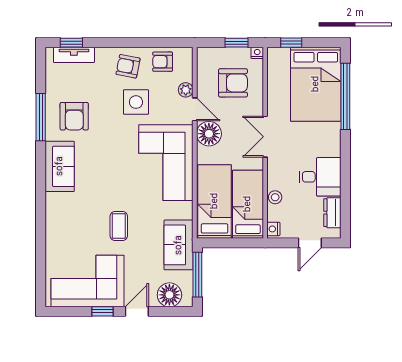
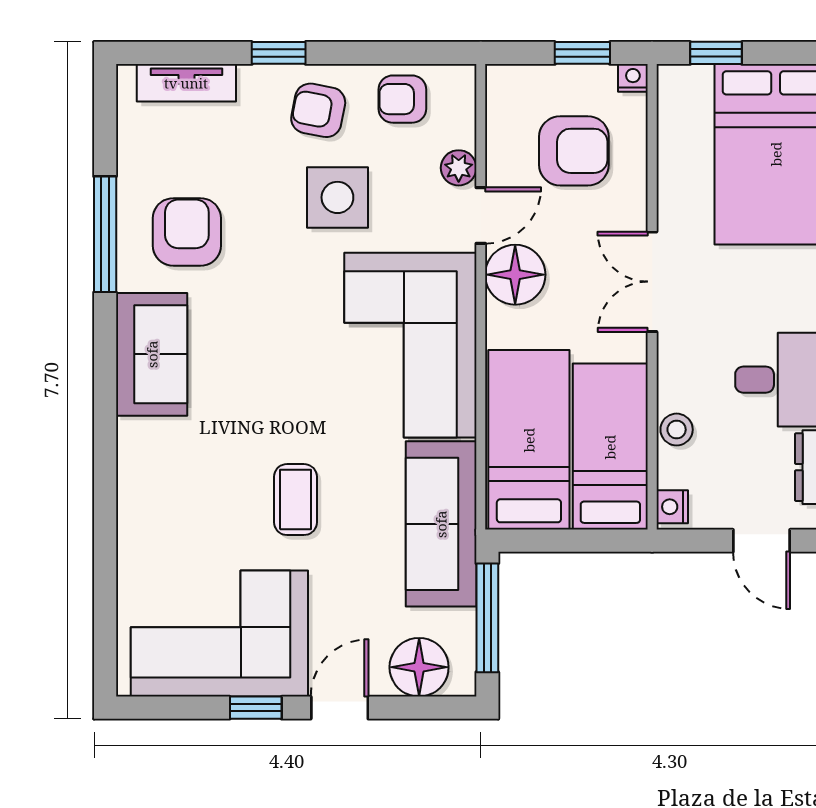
window: (71, 43) -> (279, 53), moved
door: (195, 109) -> (481, 216), hinge flipped
armchair: (74, 116) -> (187, 232), turned 180
door: (310, 243) -> (761, 541), hinge flipped
sofa: (179, 245) -> (441, 524), width x1.36

